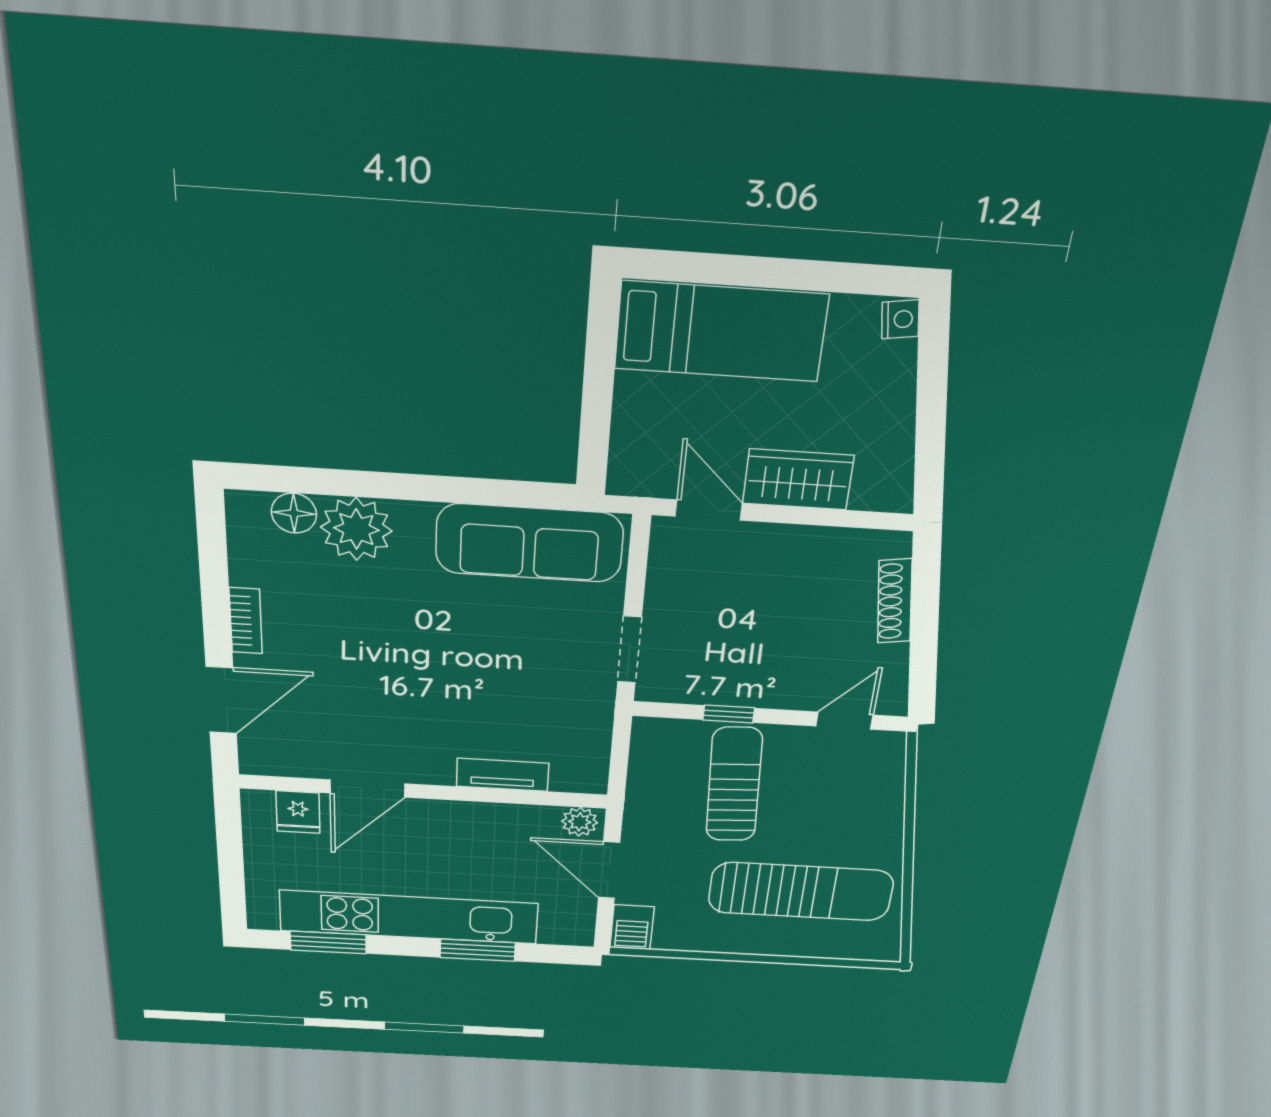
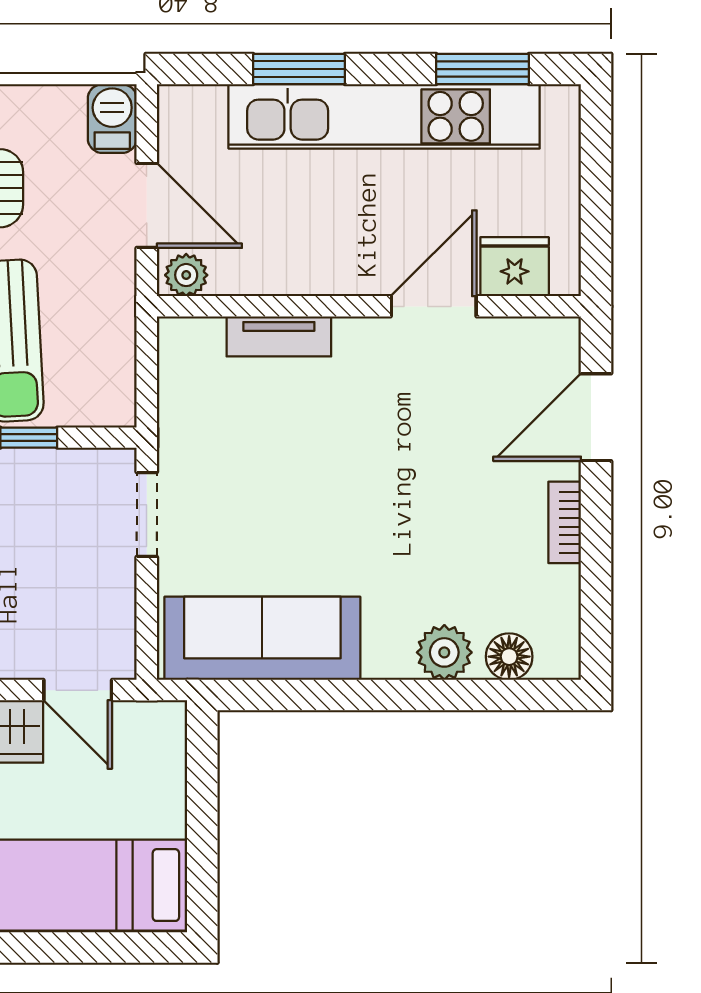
plant: (356, 529) -> (444, 652), width x0.73, depth x0.73
fridge: (298, 812) -> (515, 267), width x1.38

